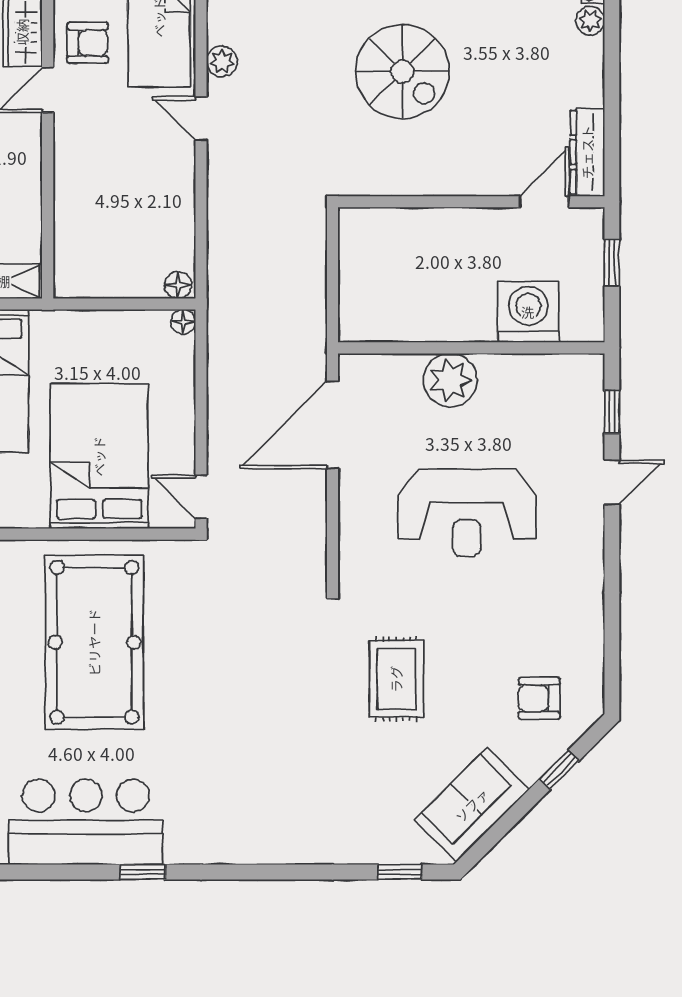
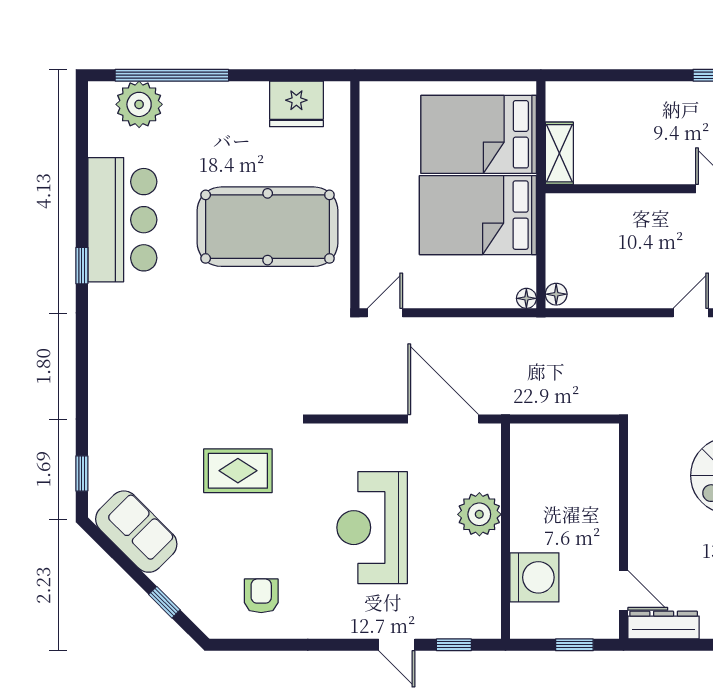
bed: (99, 456) -> (478, 215), moved, turned 180
armchair: (539, 698) -> (261, 596), moved

